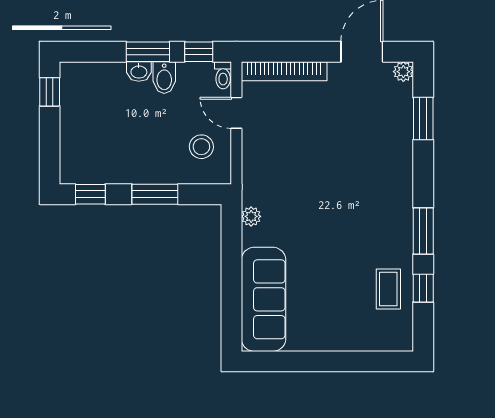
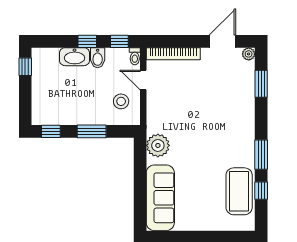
window: (148, 52) -> (87, 41), width x0.67
washbasin: (139, 71) -> (75, 57), width x1.91, depth x1.45
plant: (251, 216) -> (158, 145), width x1.88, depth x1.88
coffee table: (388, 289) -> (239, 191), width x1.86, depth x1.72

